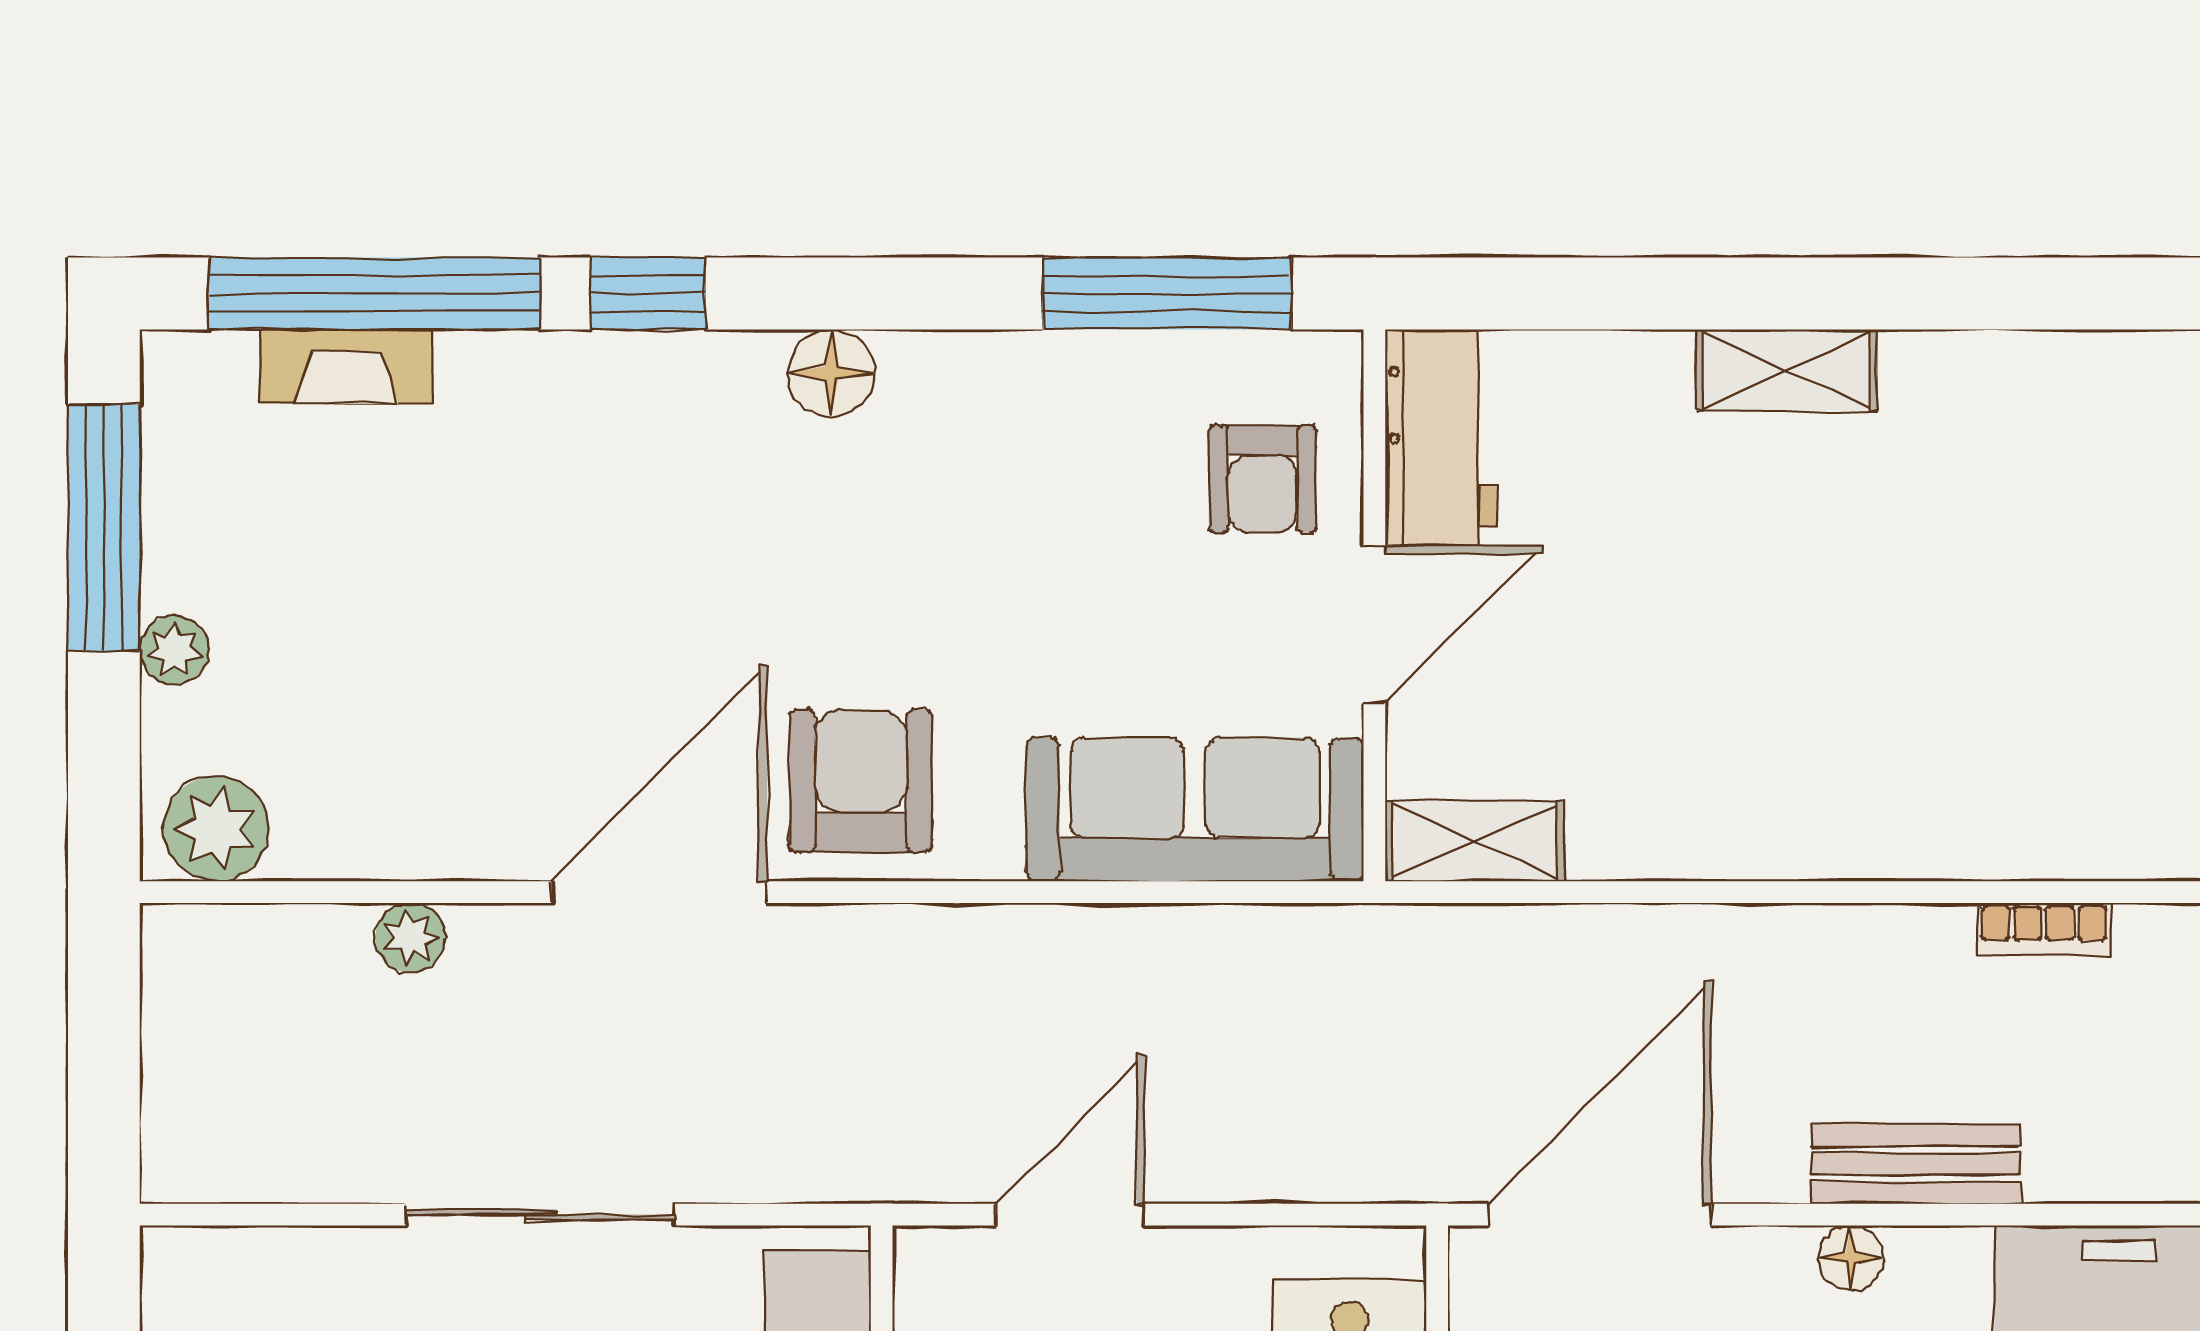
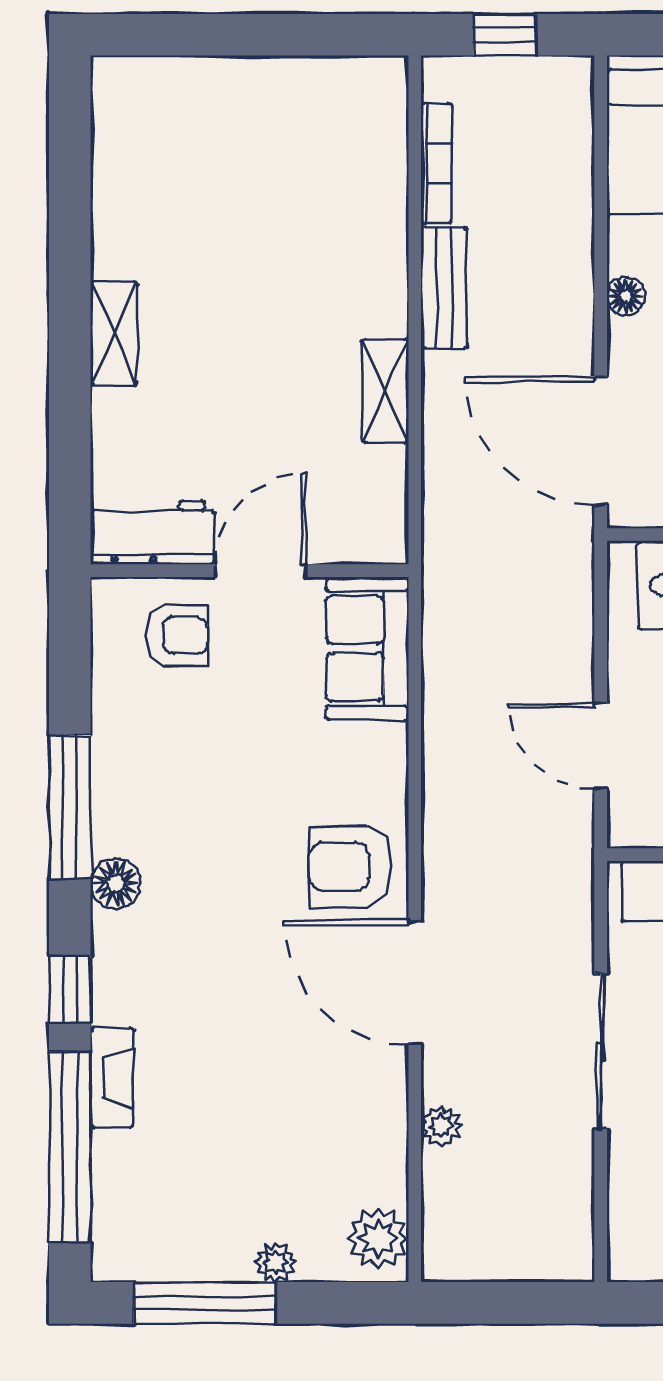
window: (1167, 294) -> (70, 807), moved
fireplace: (346, 366) -> (112, 1078), moved
door: (1374, 625) -> (261, 571), hinge flipped
sofa: (1195, 810) -> (367, 648), width x0.73
shelving: (1475, 841) -> (385, 391), moved
bookcase: (2044, 930) -> (436, 163), width x1.56
bench: (1916, 1164) -> (444, 288), moved

